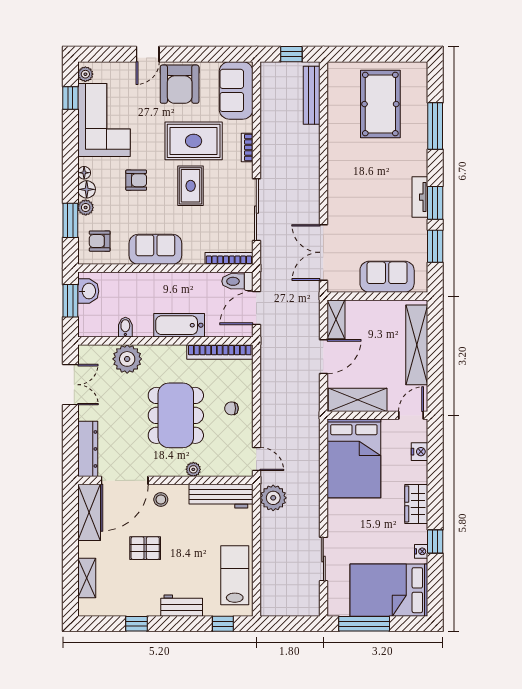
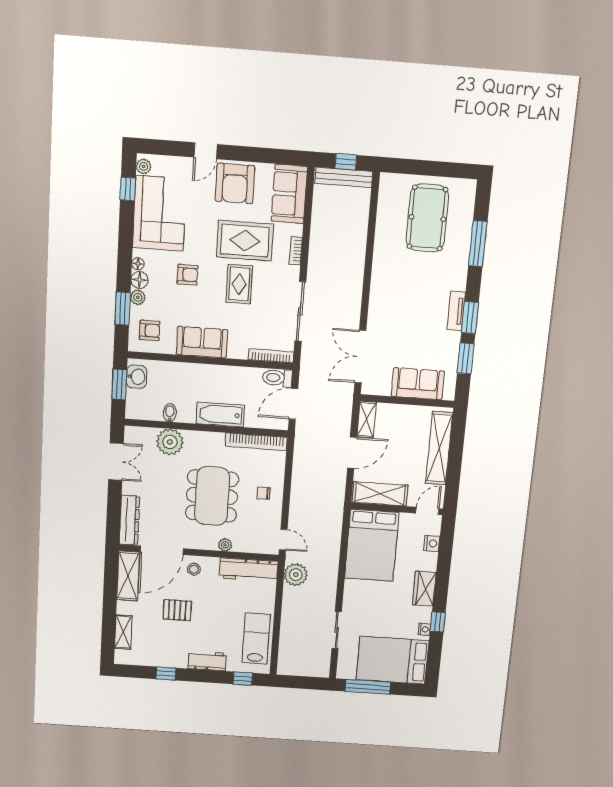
bench: (312, 95) -> (344, 177), moved, turned 90
armchair: (100, 241) -> (150, 330), turned 180

